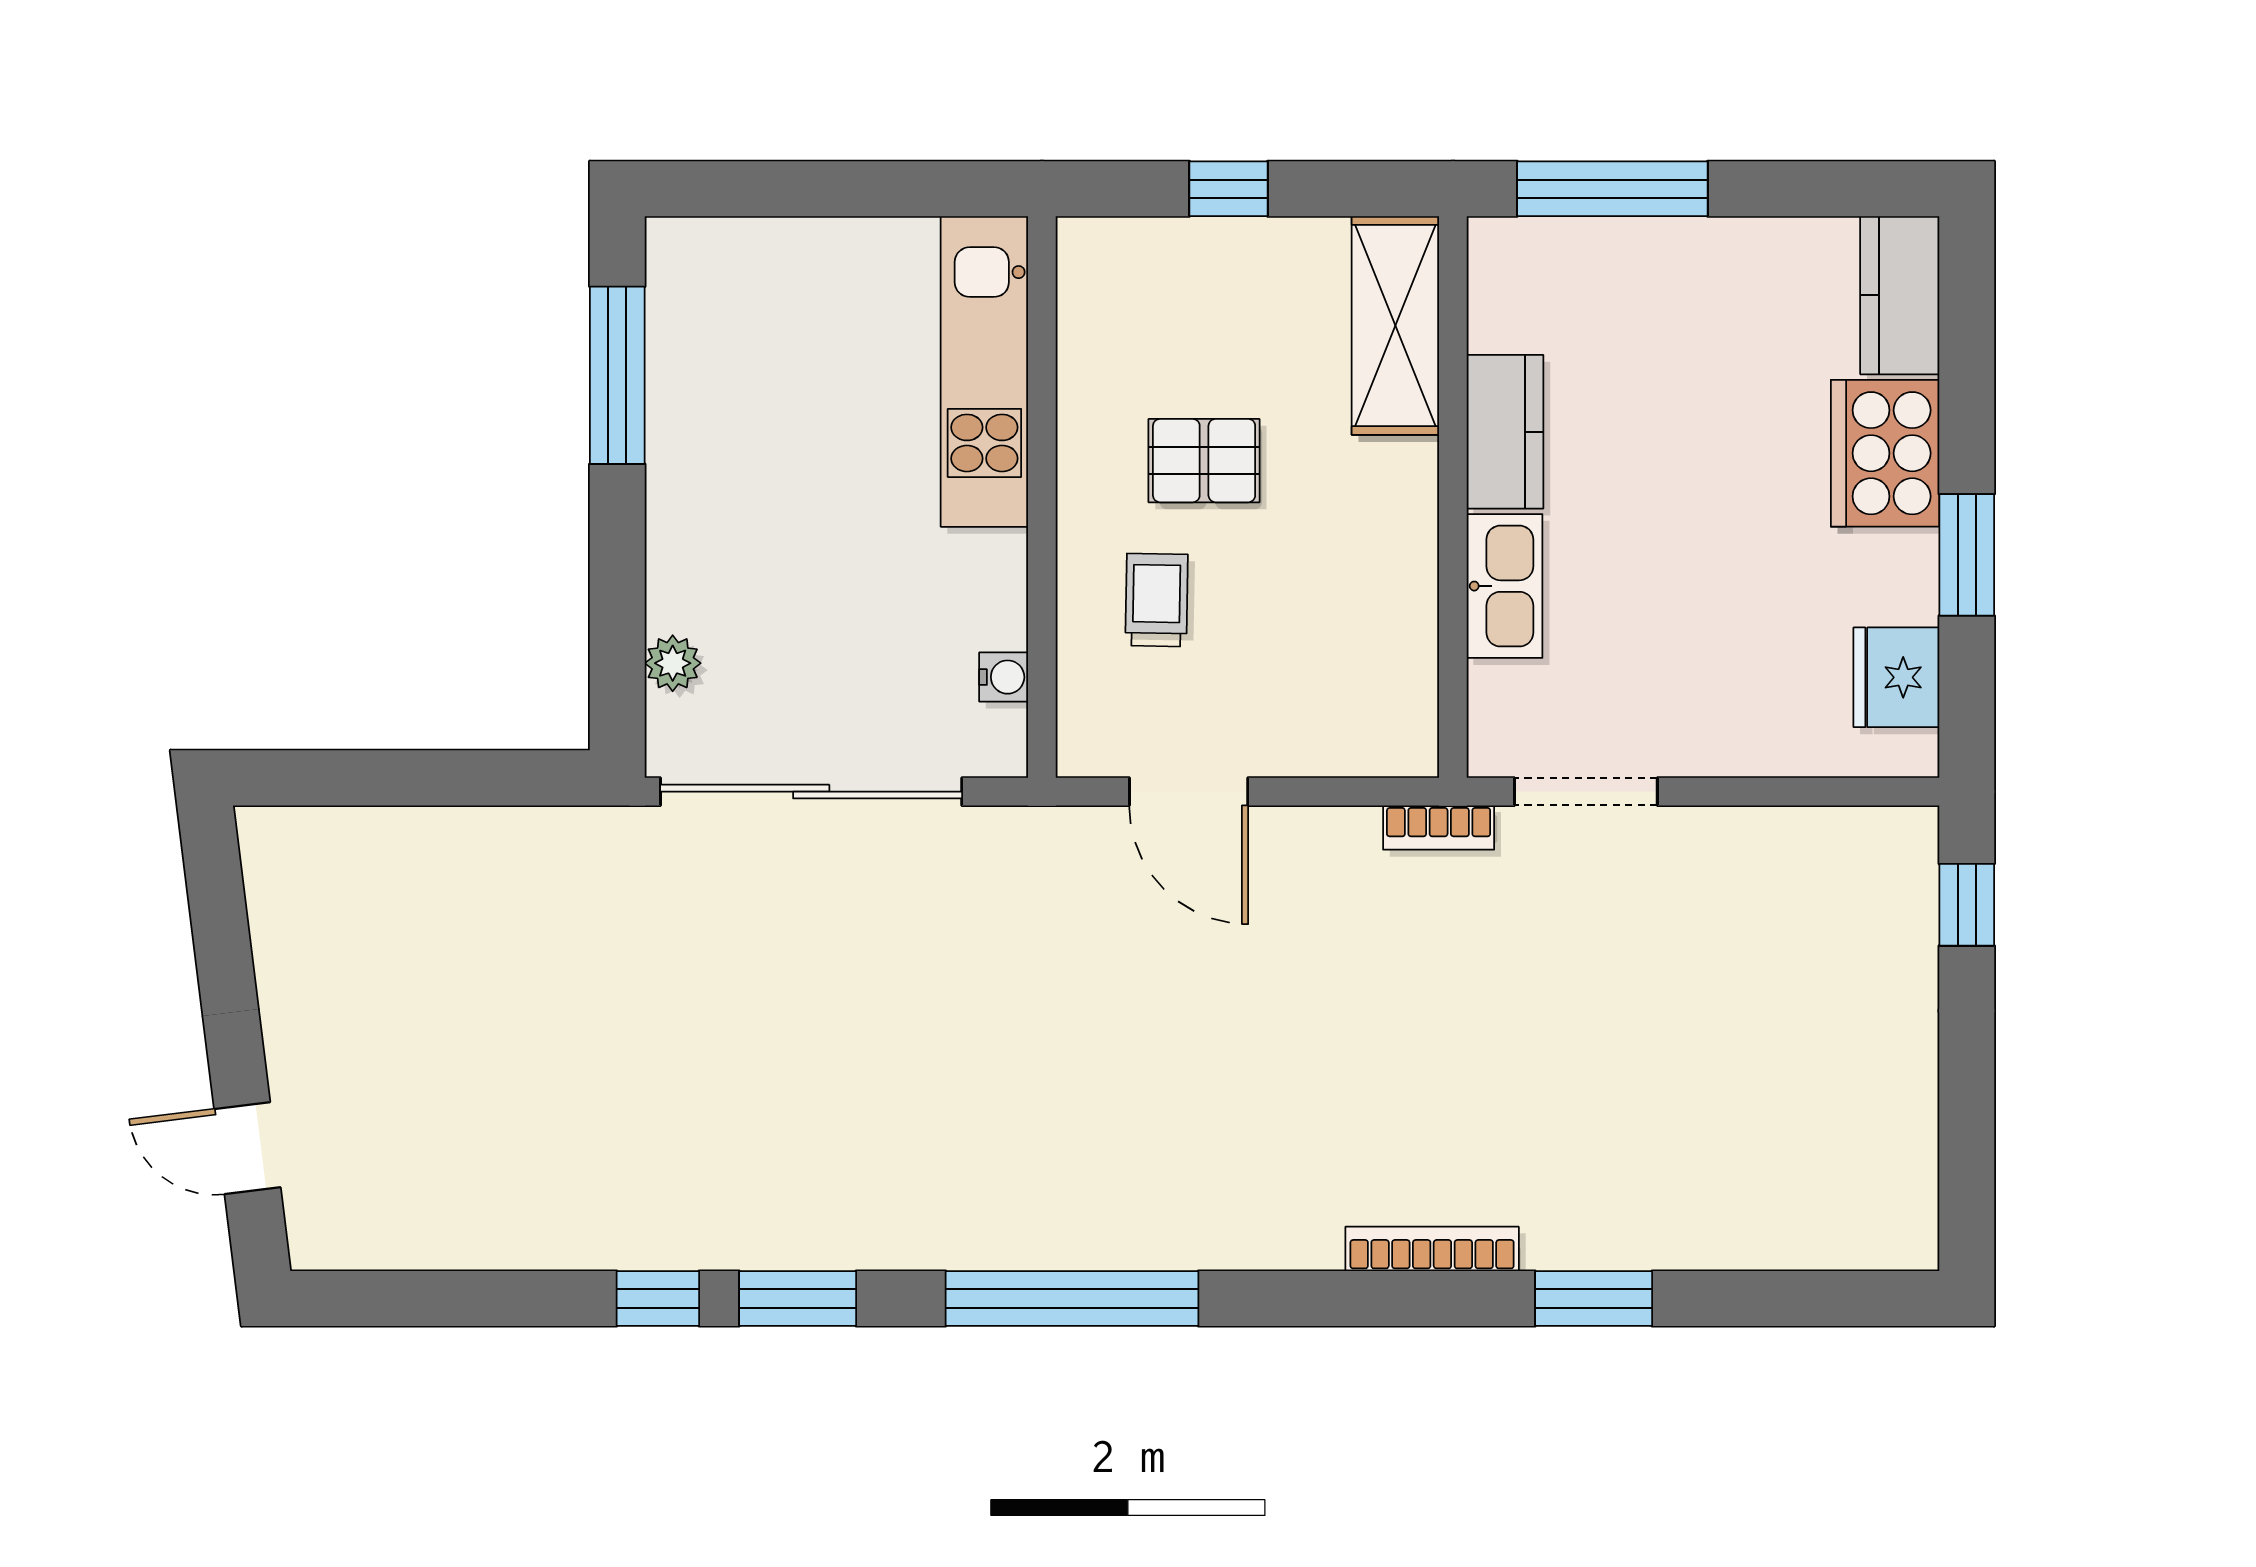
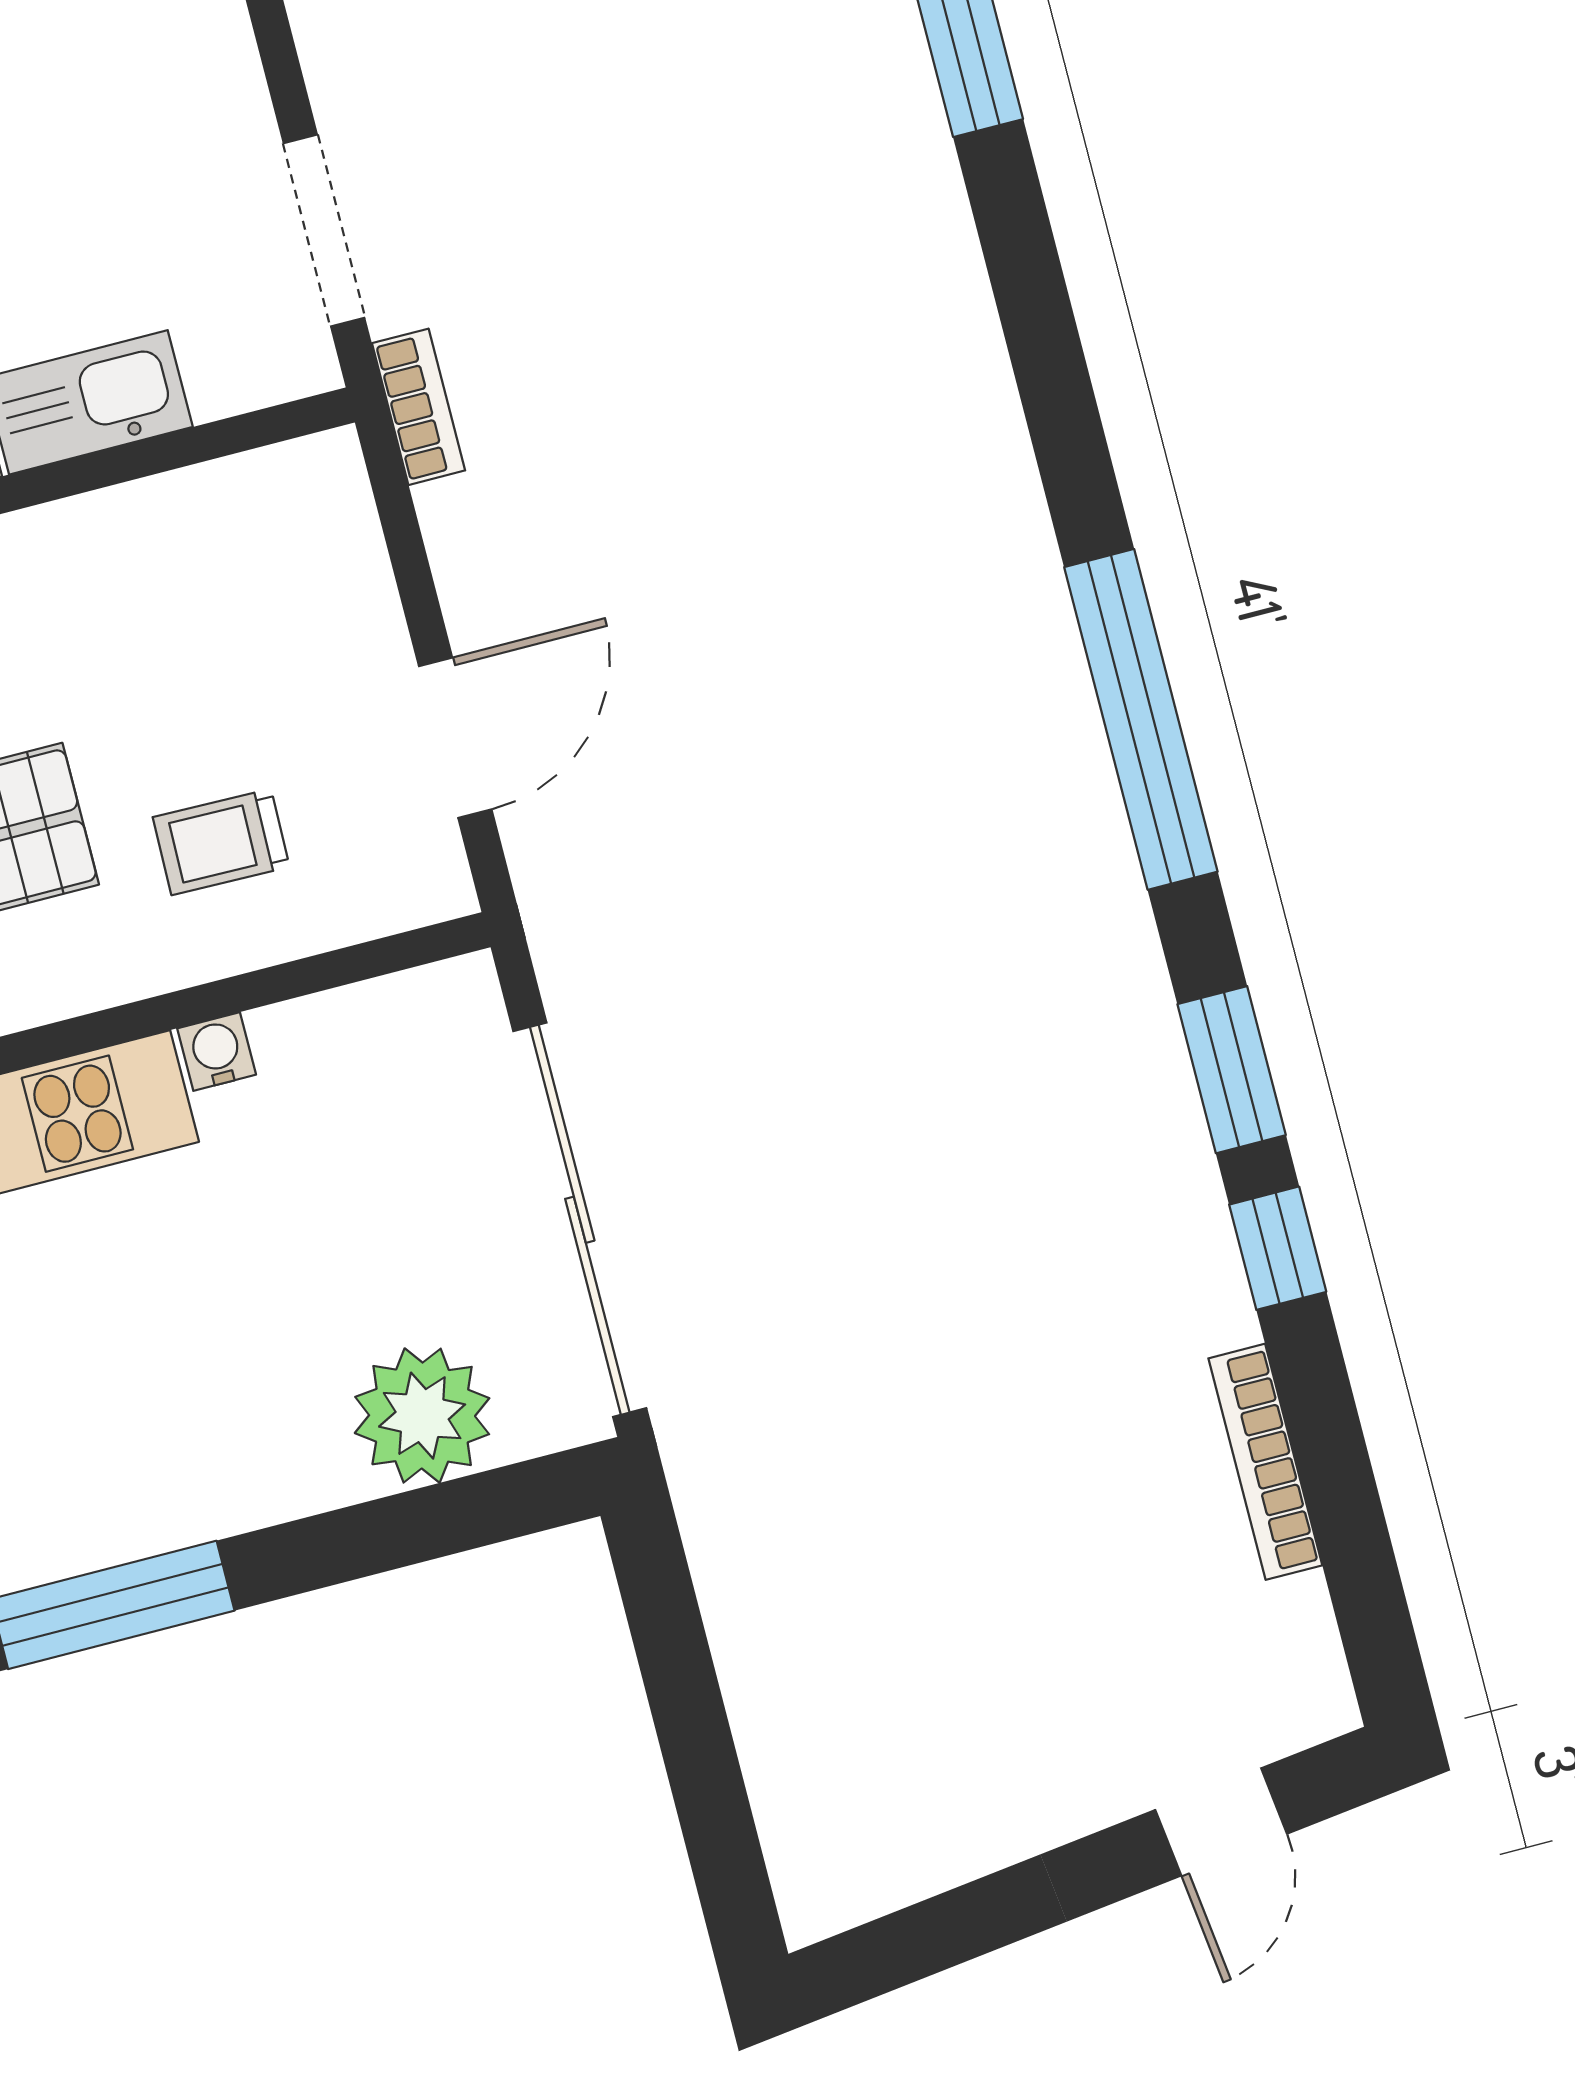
plant: (673, 663) -> (422, 1416), width x1.87, depth x1.87
water cooler: (1004, 677) -> (217, 1052), moved
bookcase: (1432, 1249) -> (1265, 1462), moved

